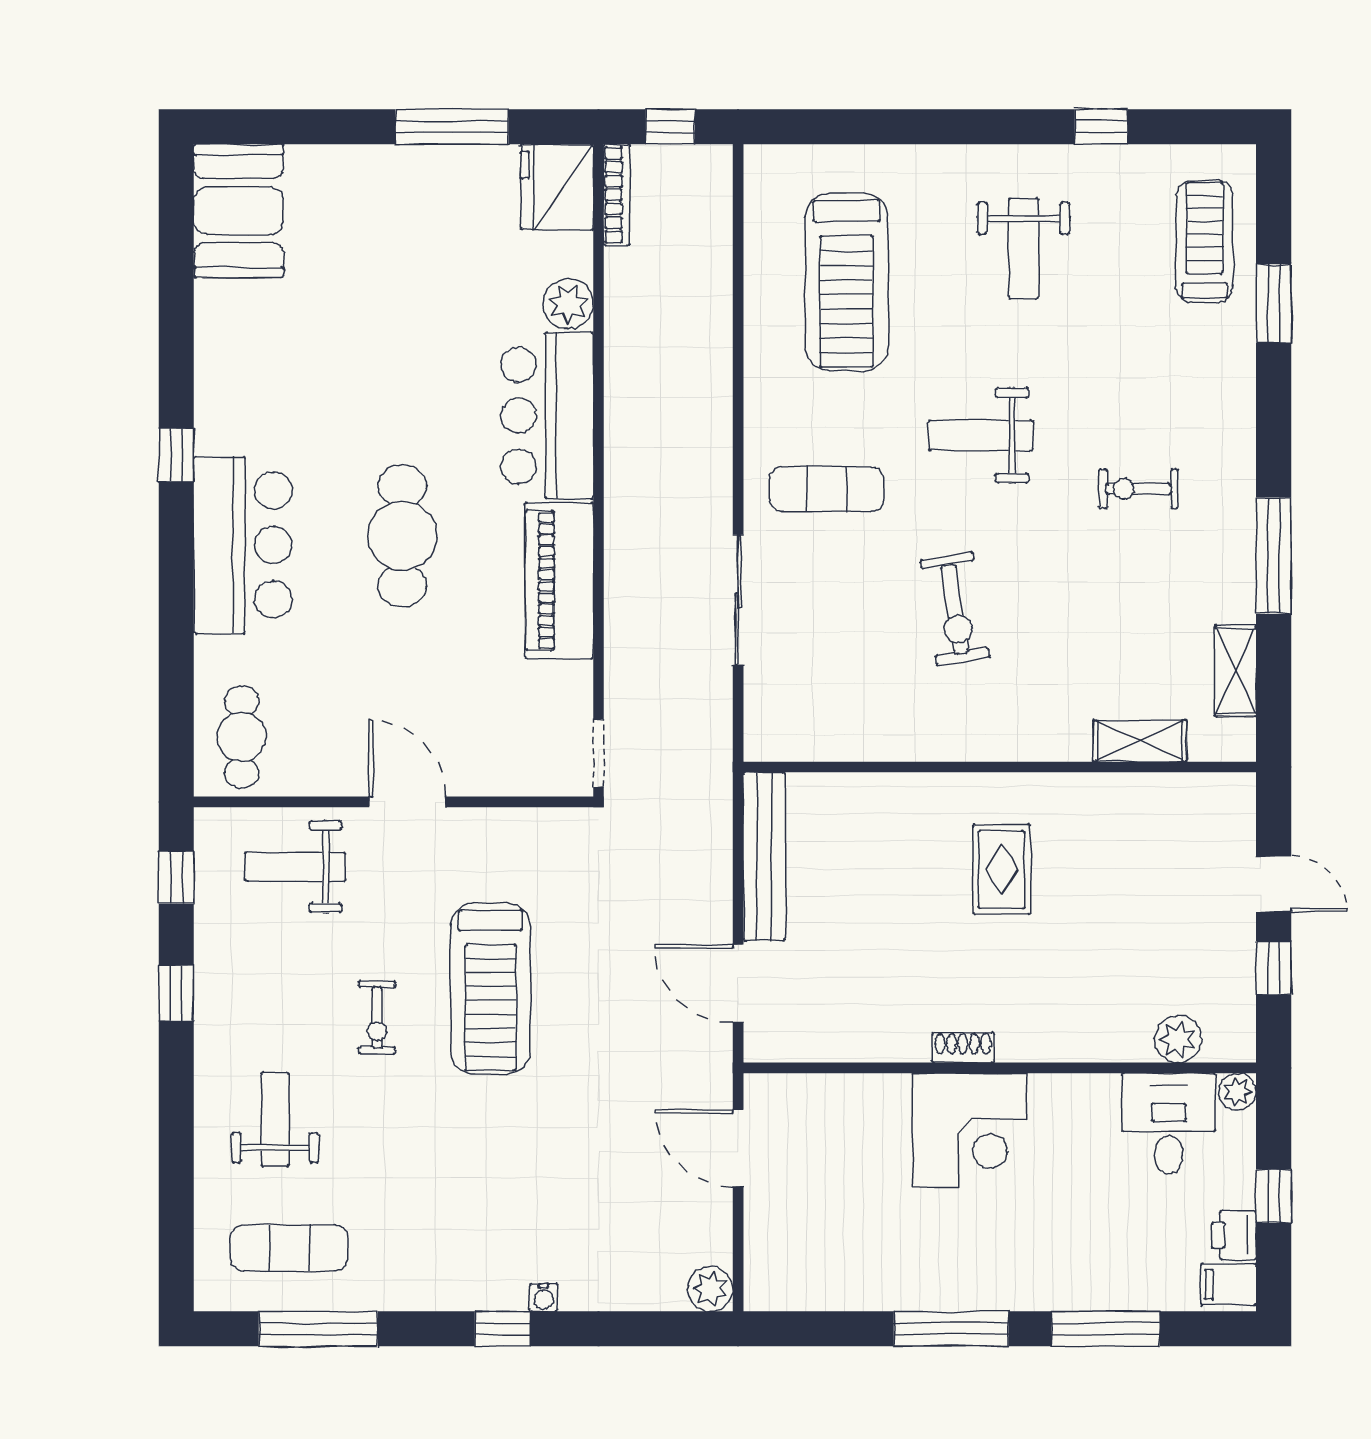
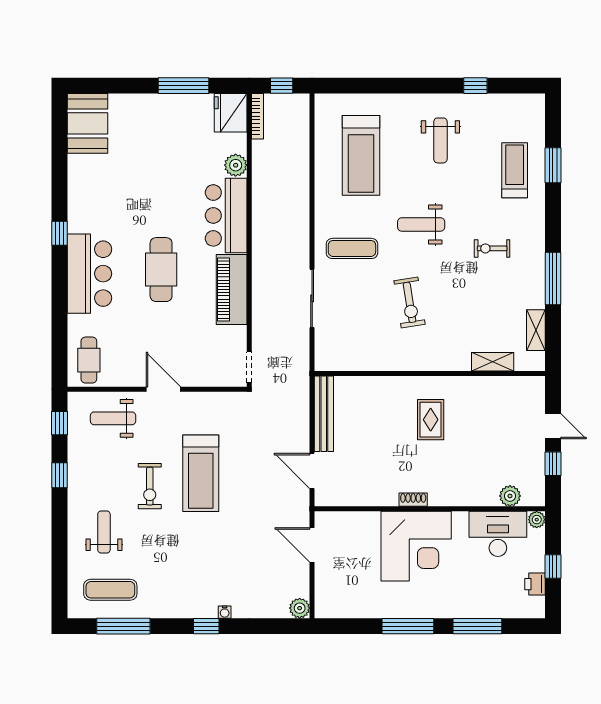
treadmill: (1205, 242) -> (515, 170), moved
exercise bike: (377, 1018) -> (150, 486), width x1.38, depth x1.39
desk: (1169, 1124) -> (498, 534), width x1.37
corner desk: (969, 1130) -> (416, 546), width x1.36, depth x1.36
filing cabinet: (1228, 1284) -> (533, 606), removed

